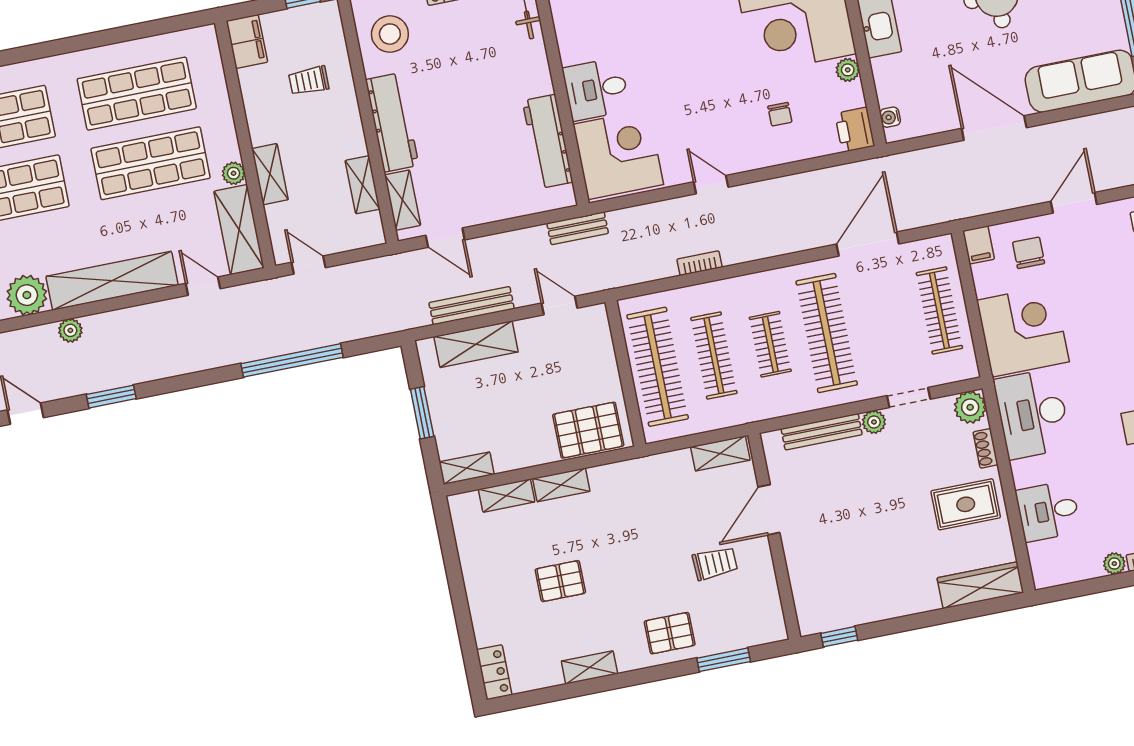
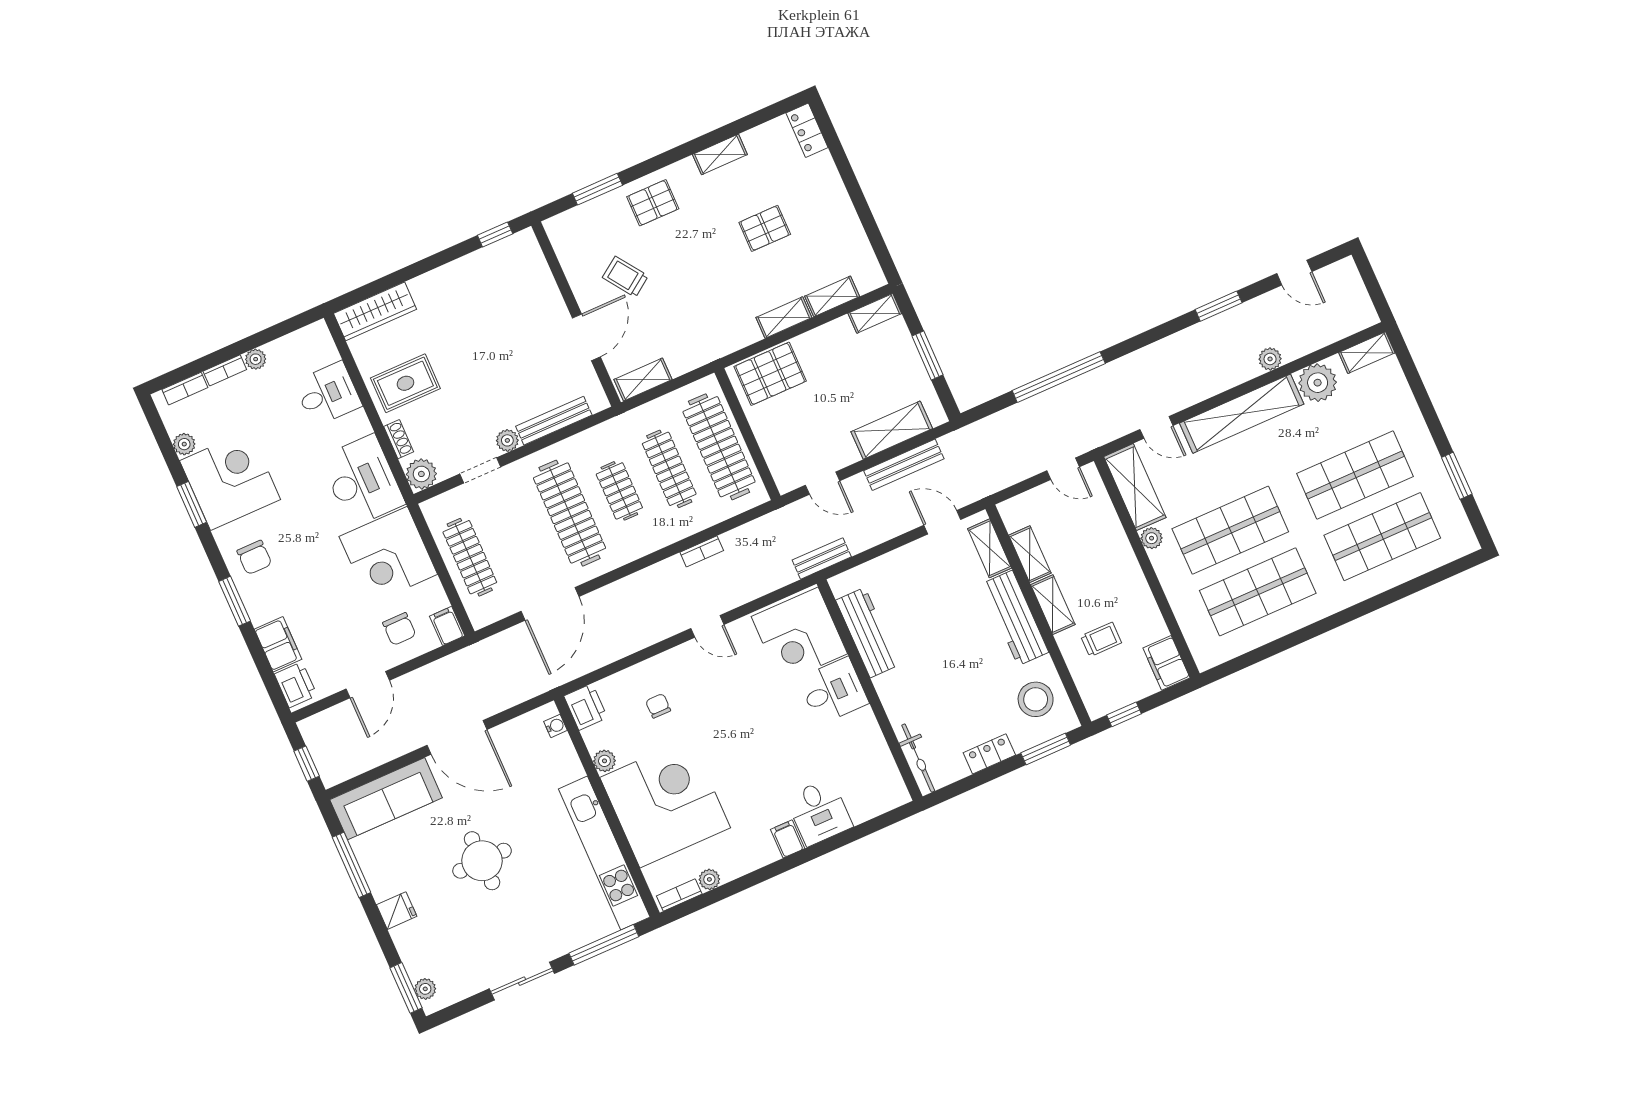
shelving: (270, 174) -> (1053, 605), moved
trolley: (715, 563) -> (625, 277), turned 57

